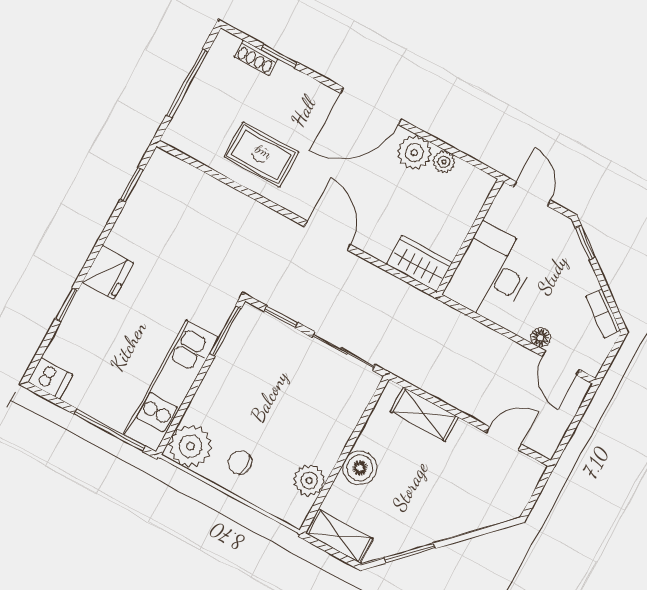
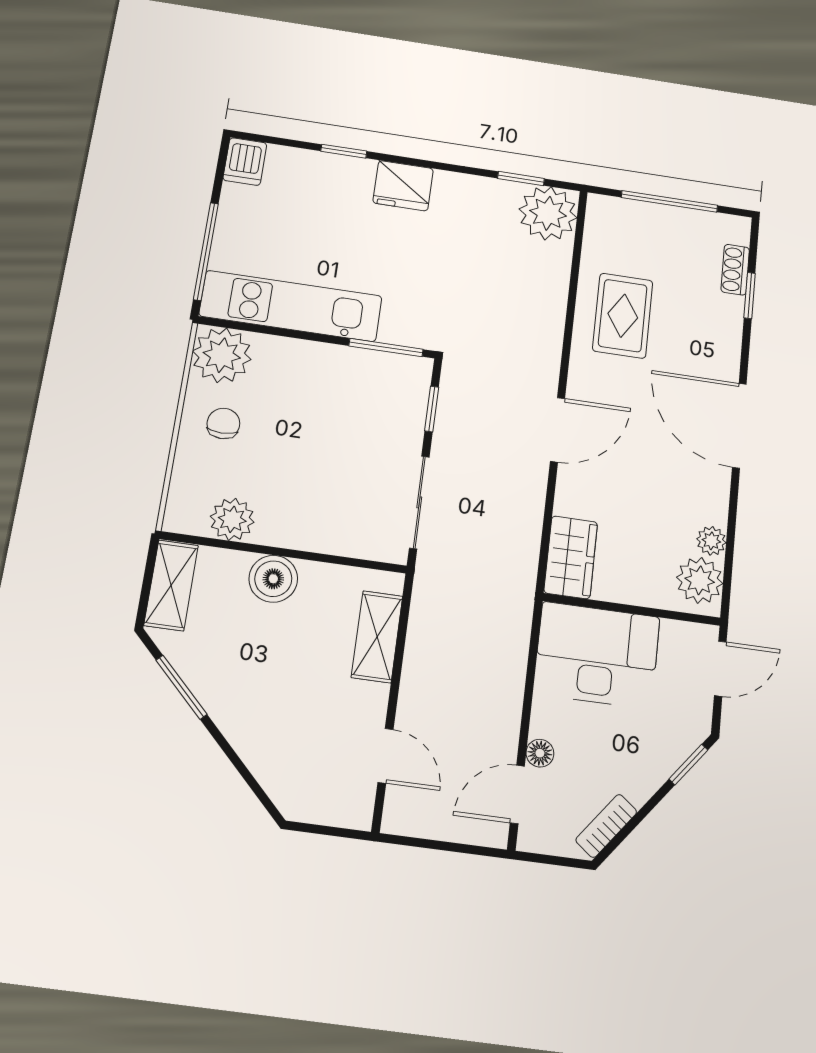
plant: (414, 153) -> (700, 580), moved
plant: (165, 176) -> (548, 213), added

